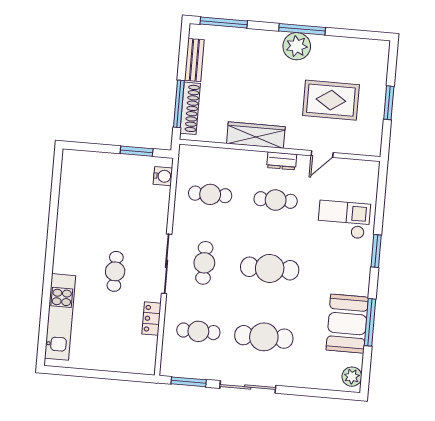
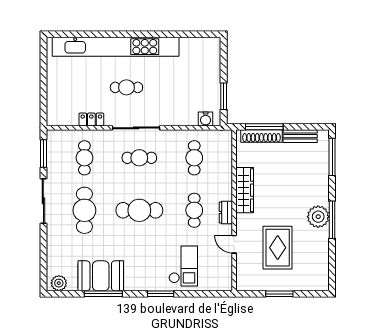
cafe table: (270, 268) -> (139, 210), turned 90
kitchen unit: (60, 317) -> (116, 47), width x1.86

